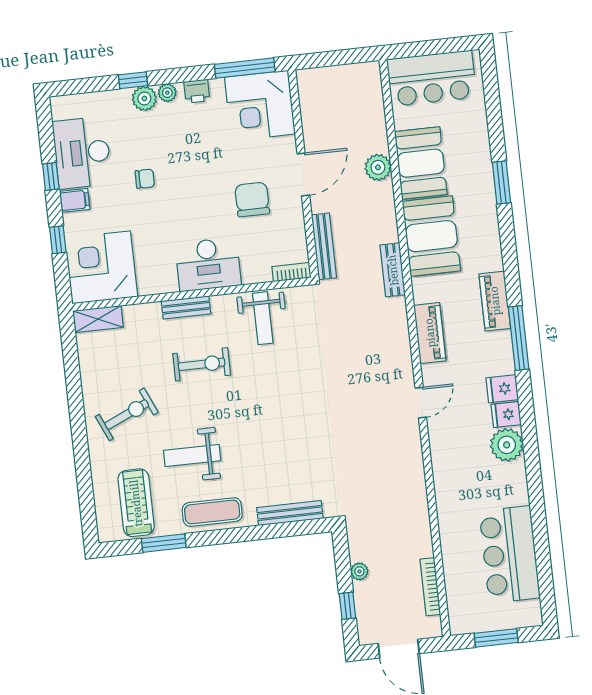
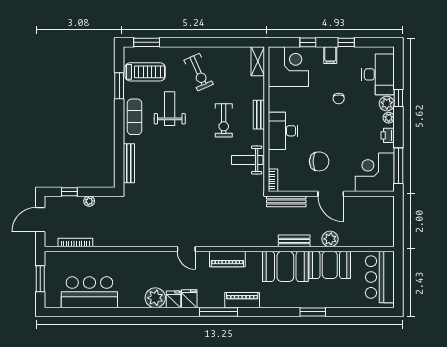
desk: (82, 153) -> (378, 74), moved, turned 90
bench: (393, 270) -> (294, 241), moved
window: (87, 506) -> (147, 42), added

